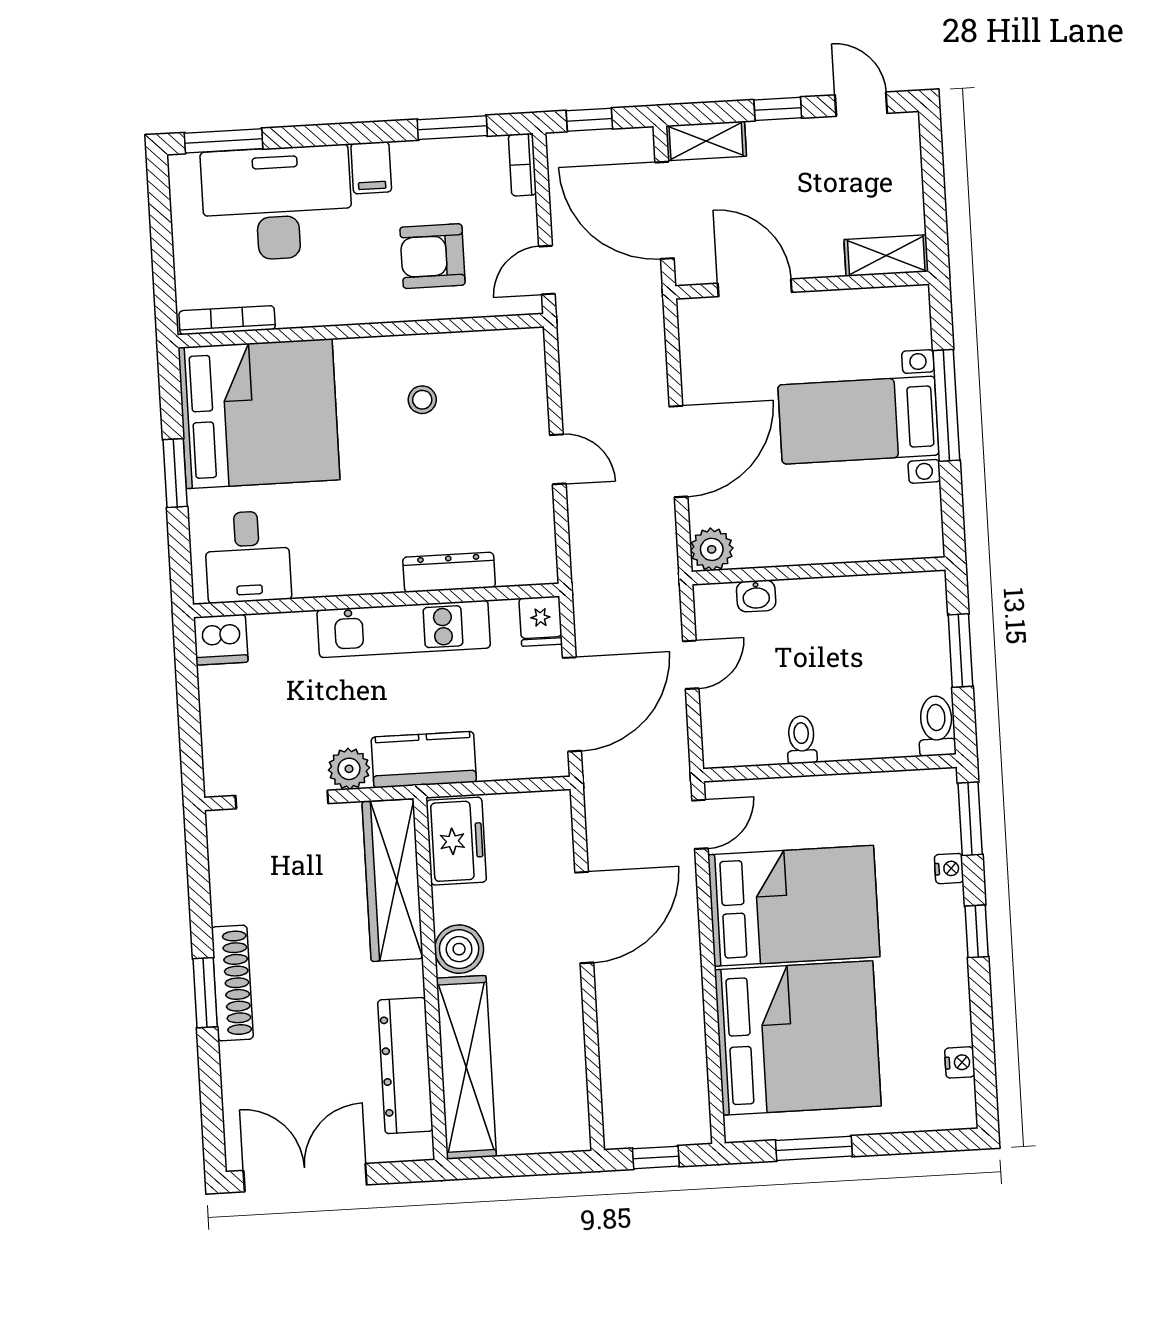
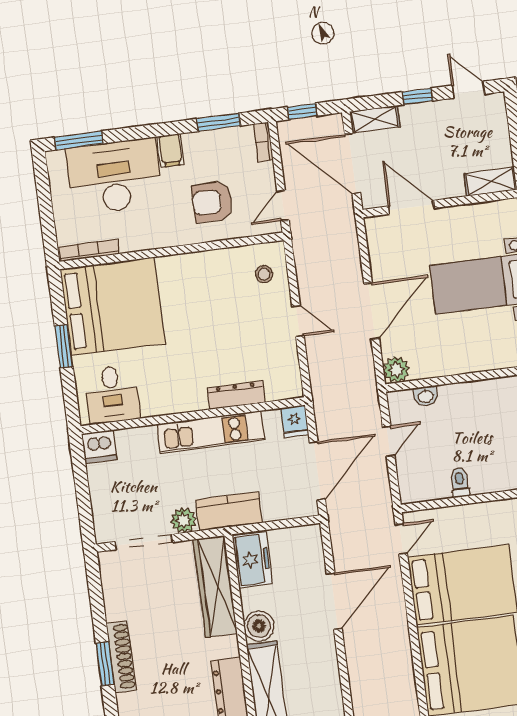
stool: (422, 400) -> (264, 274), moved

